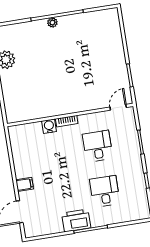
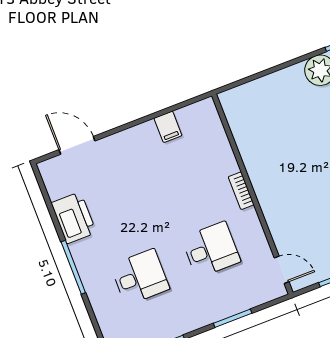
water cooler: (49, 126) -> (227, 164), removed
filing cabinet: (25, 184) -> (168, 127), moved
printer: (76, 220) -> (74, 218), moved

